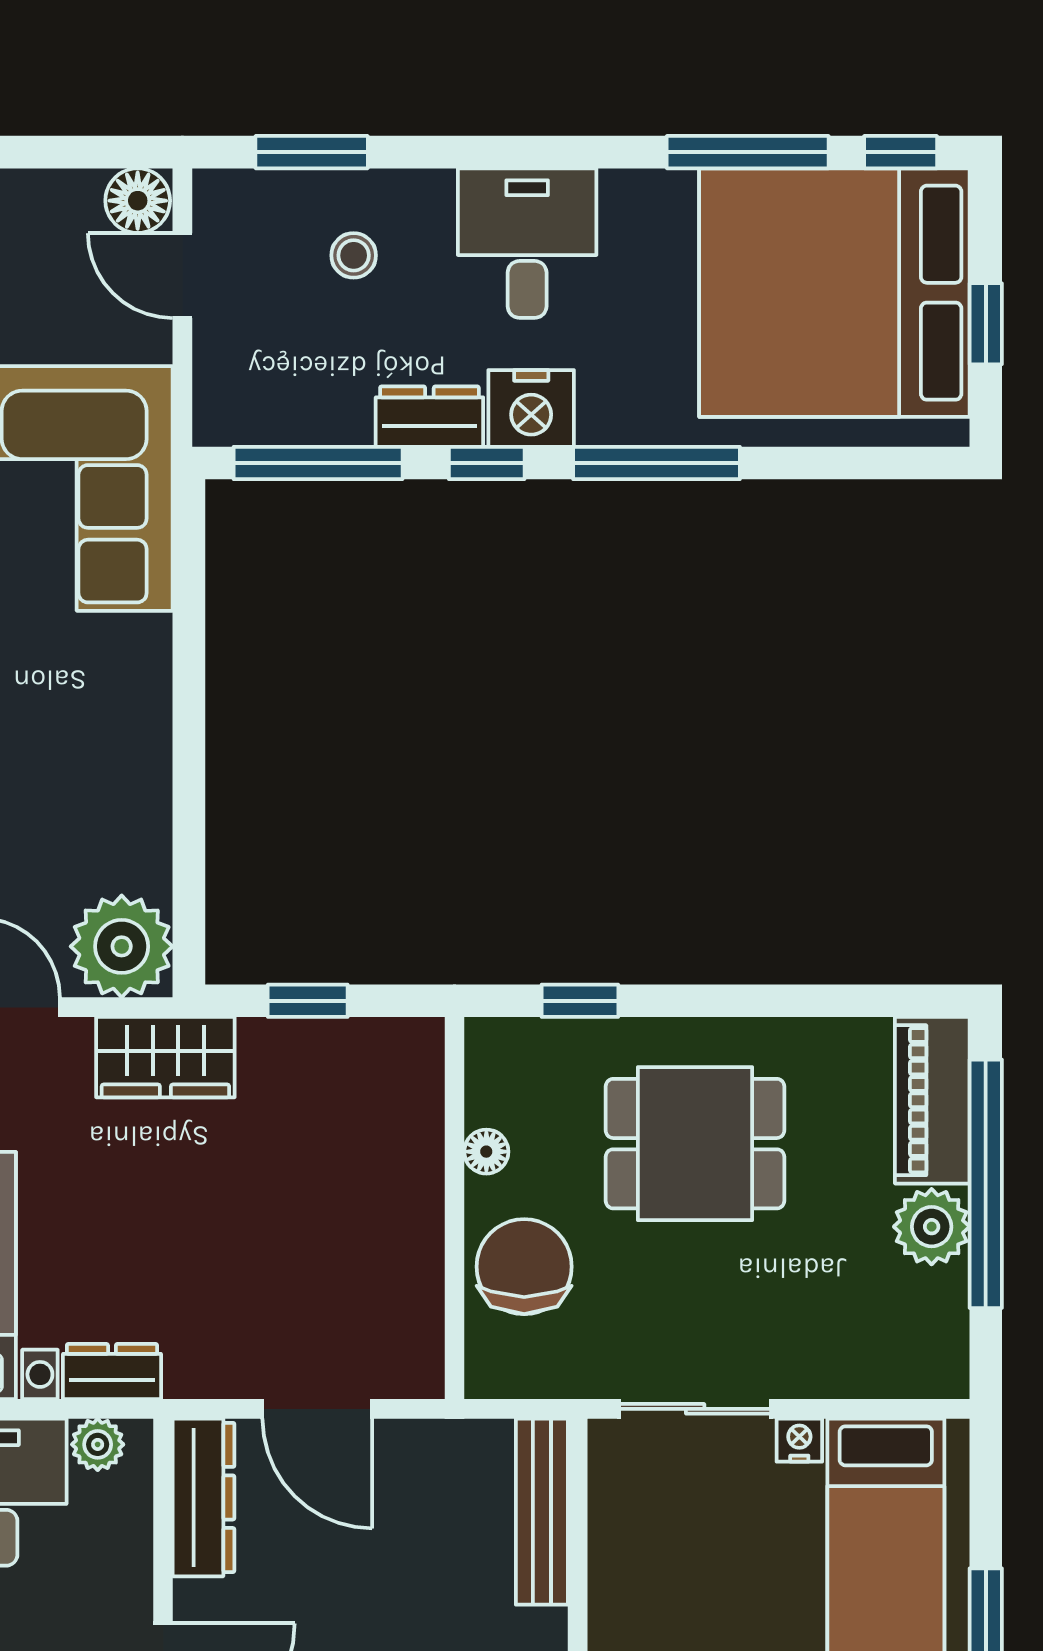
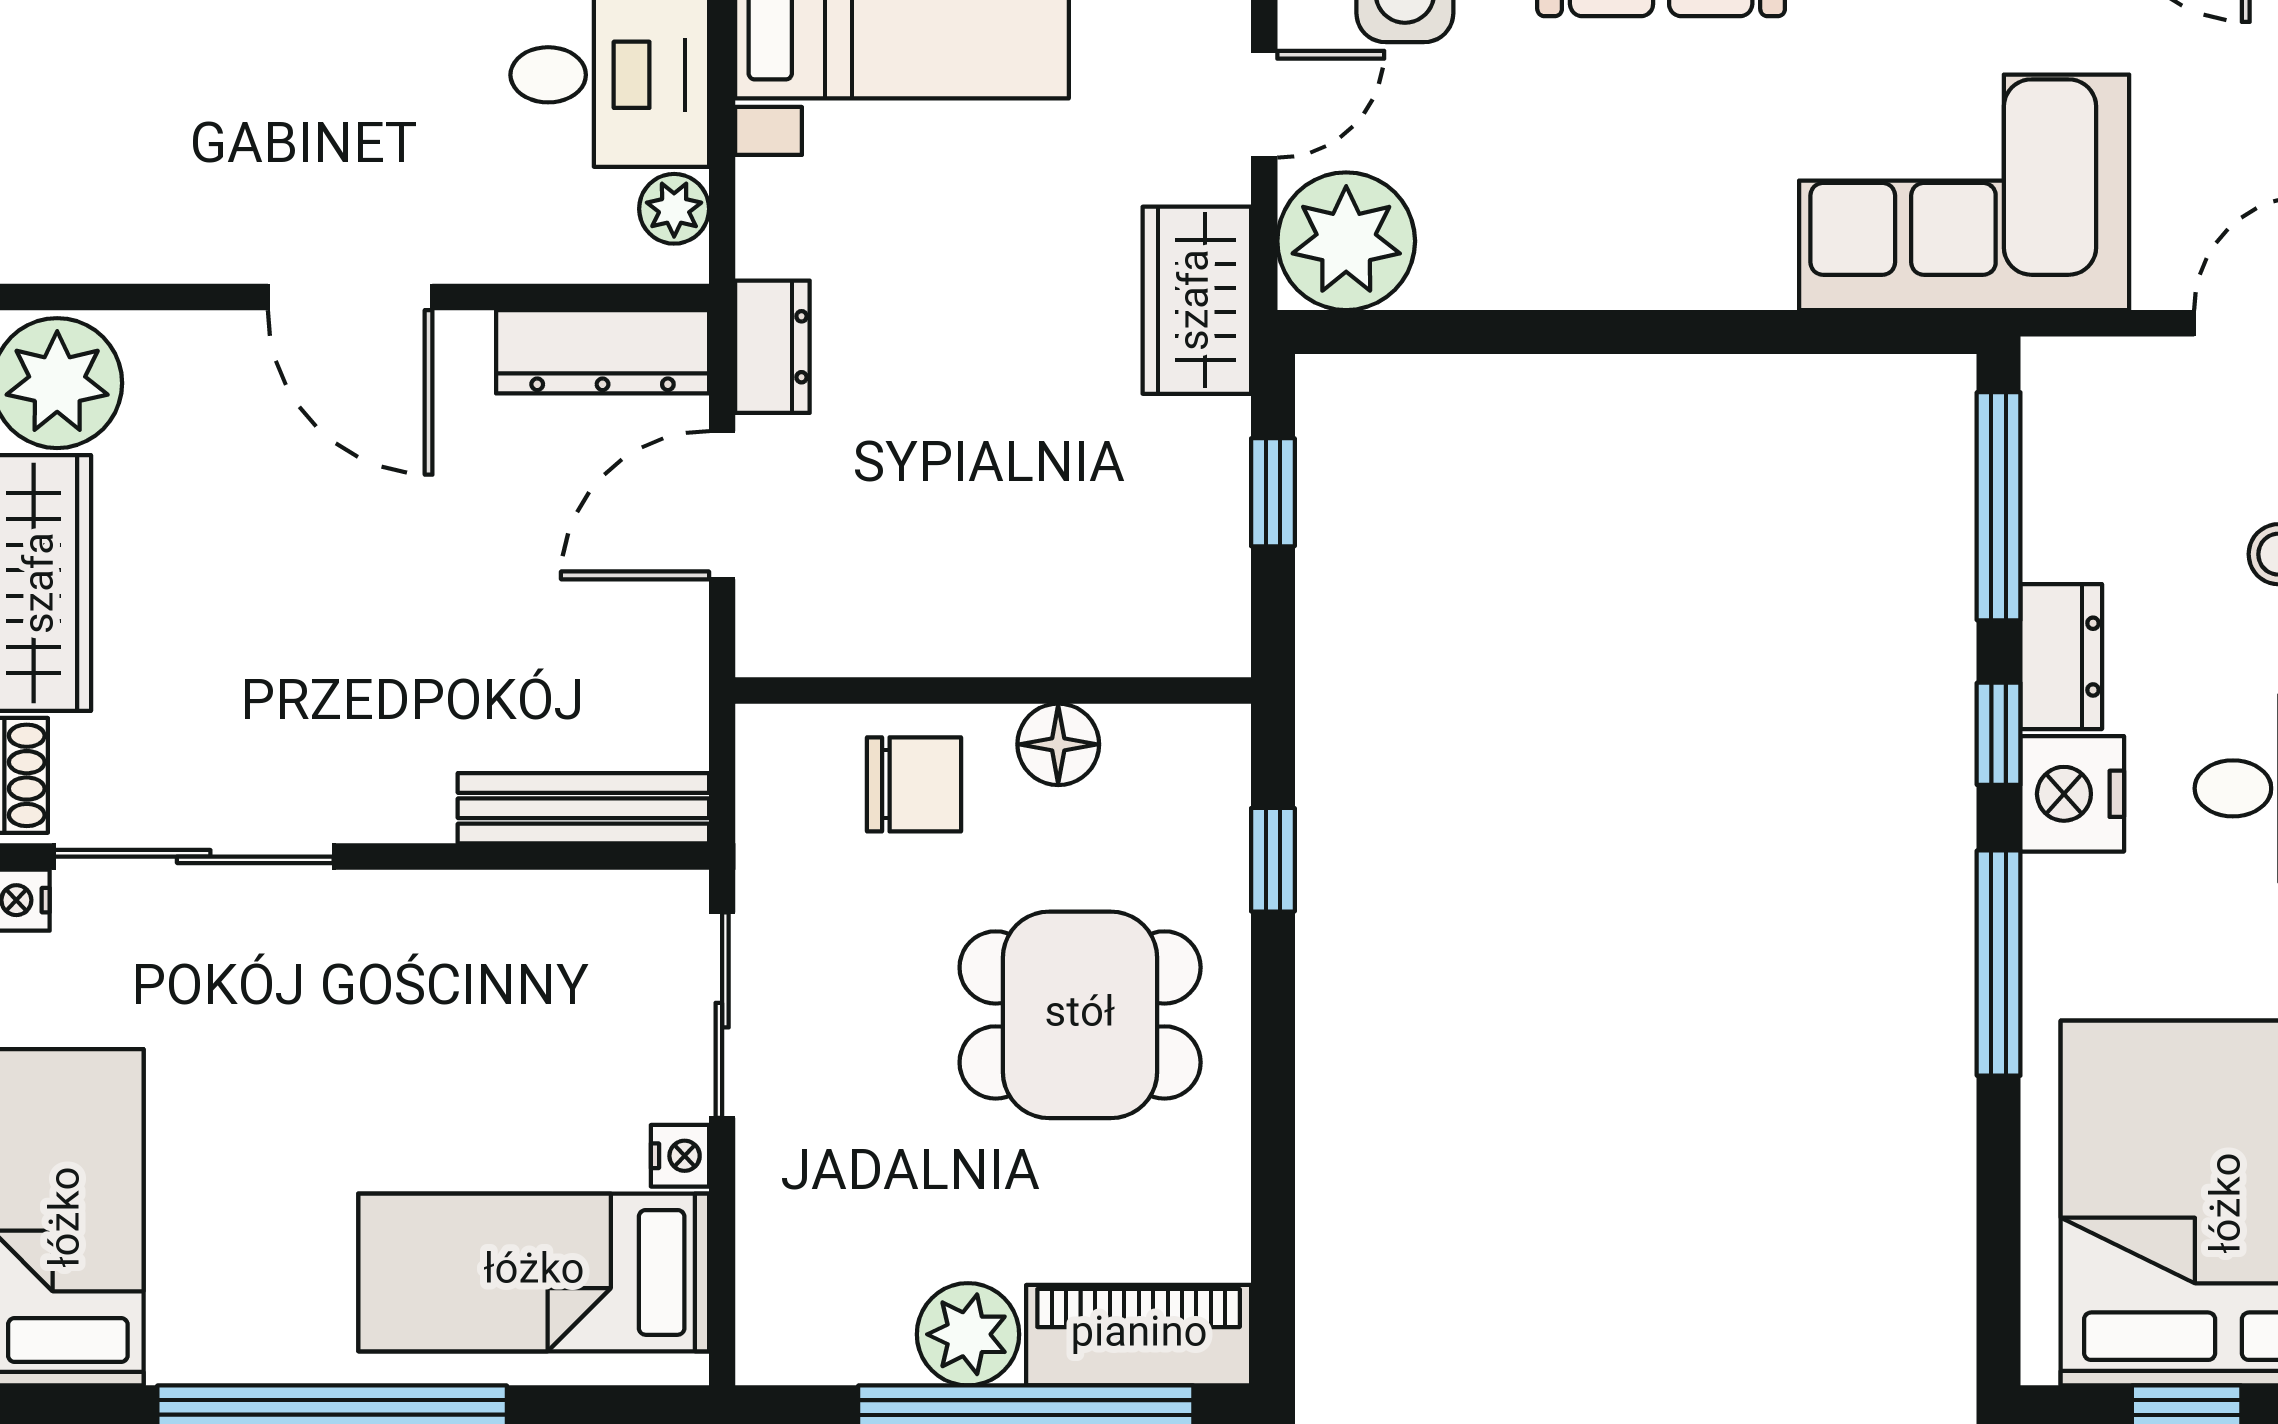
dining table: (695, 1144) -> (1080, 1015), turned 90
floor lamp: (486, 1152) -> (1058, 744), width x1.37, depth x1.37
chair: (524, 1267) -> (914, 784), width x0.73, depth x0.73
dresser: (112, 1372) -> (772, 347), moved

